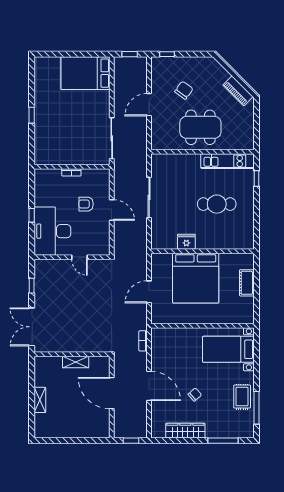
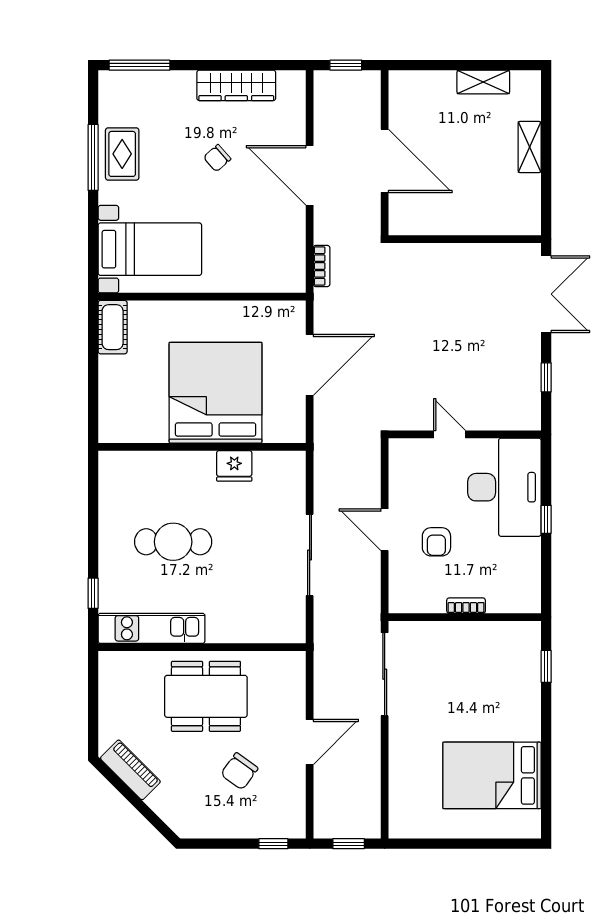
bed: (85, 73) -> (492, 775), moved, turned 180
window: (32, 115) -> (546, 666), moved
armchair: (86, 204) -> (436, 542), turned 90
cot: (247, 283) -> (113, 327), moved
door: (149, 292) -> (310, 365), width x1.36
shelving: (76, 362) -> (483, 82), moved
window: (256, 408) -> (93, 157), moved
window: (223, 441) -> (139, 65), moved

